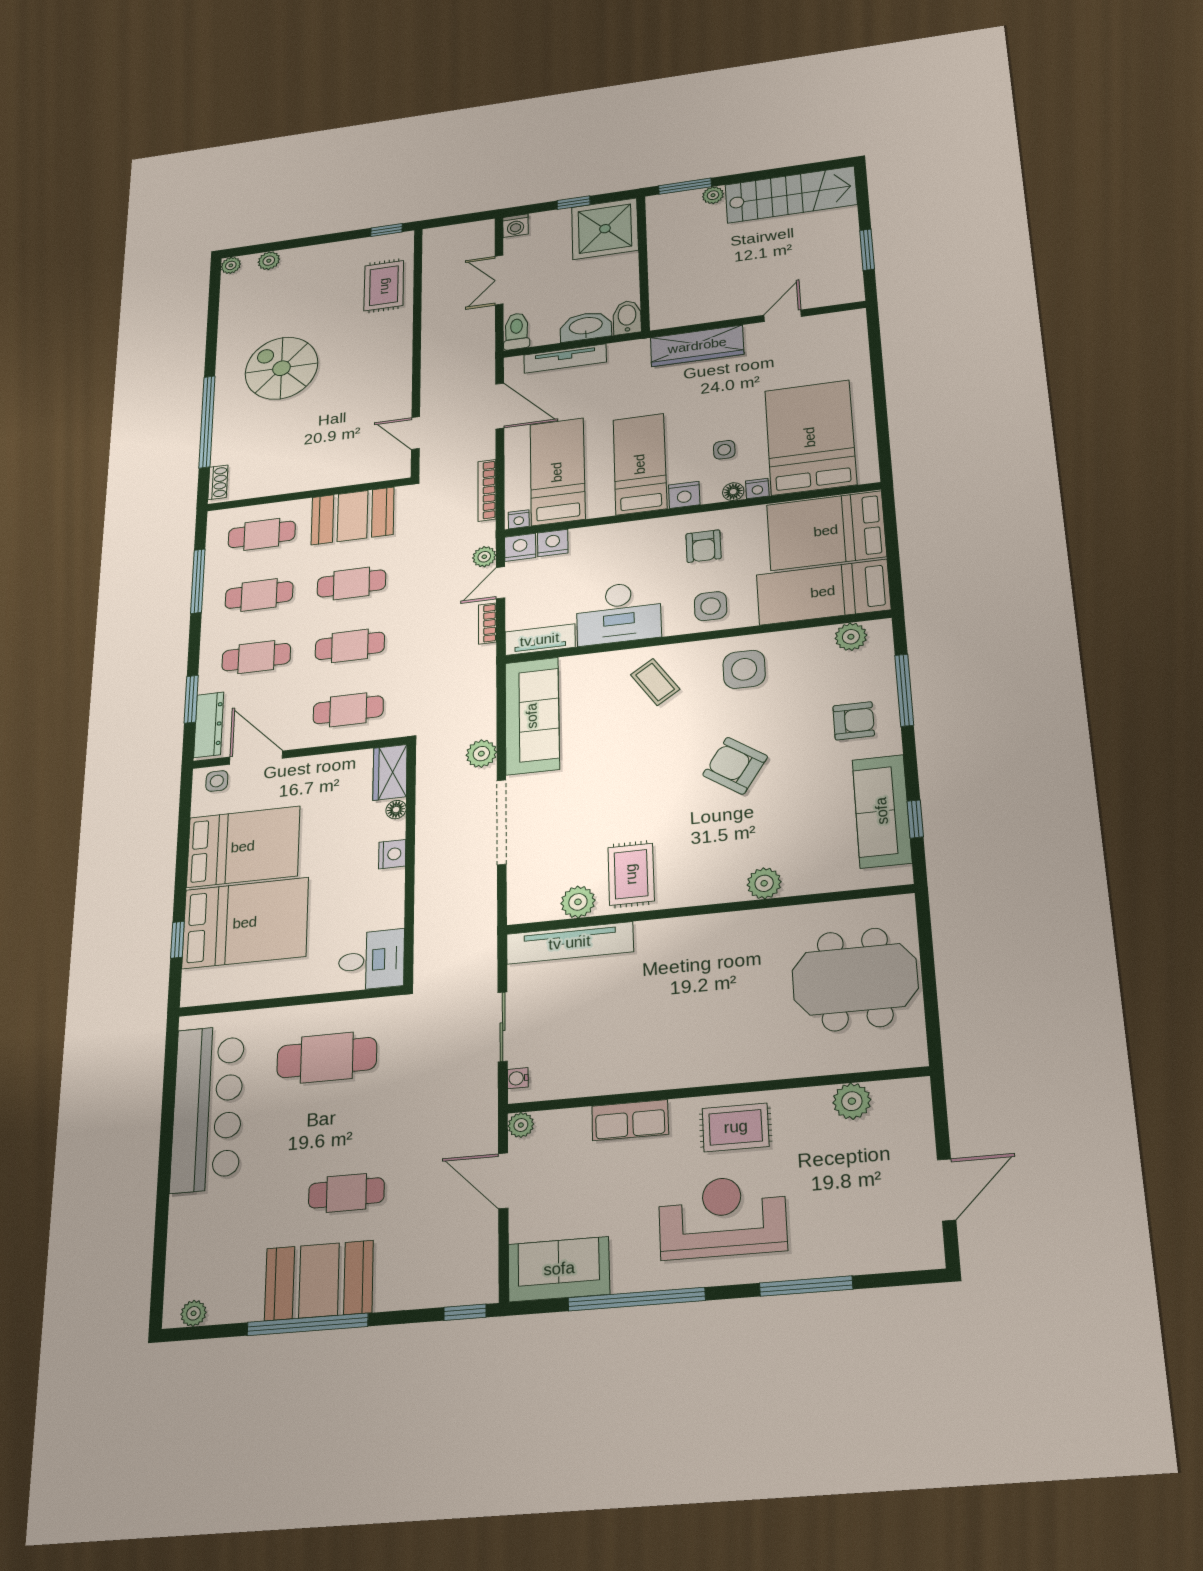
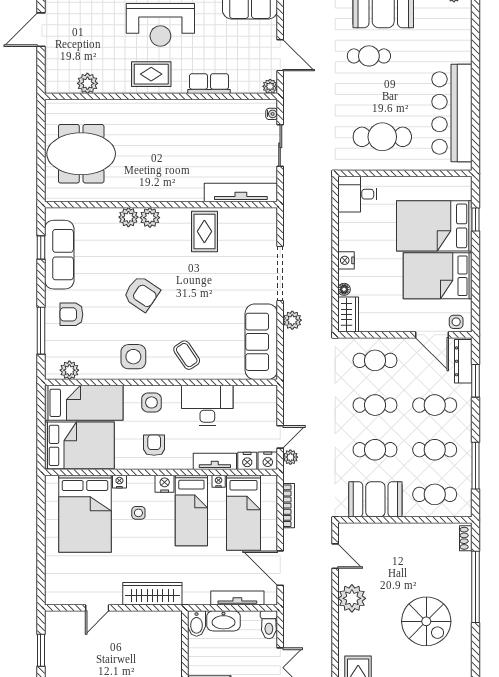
plant: (391, 382) -> (352, 598), added
floor lamp: (733, 492) -> (134, 482), removed
nightstand: (519, 519) -> (219, 481), moved
bookcase: (487, 623) -> (288, 409), removed
tv unit: (540, 640) -> (215, 461), moved, turned 180
plant: (578, 902) -> (150, 218), moved

